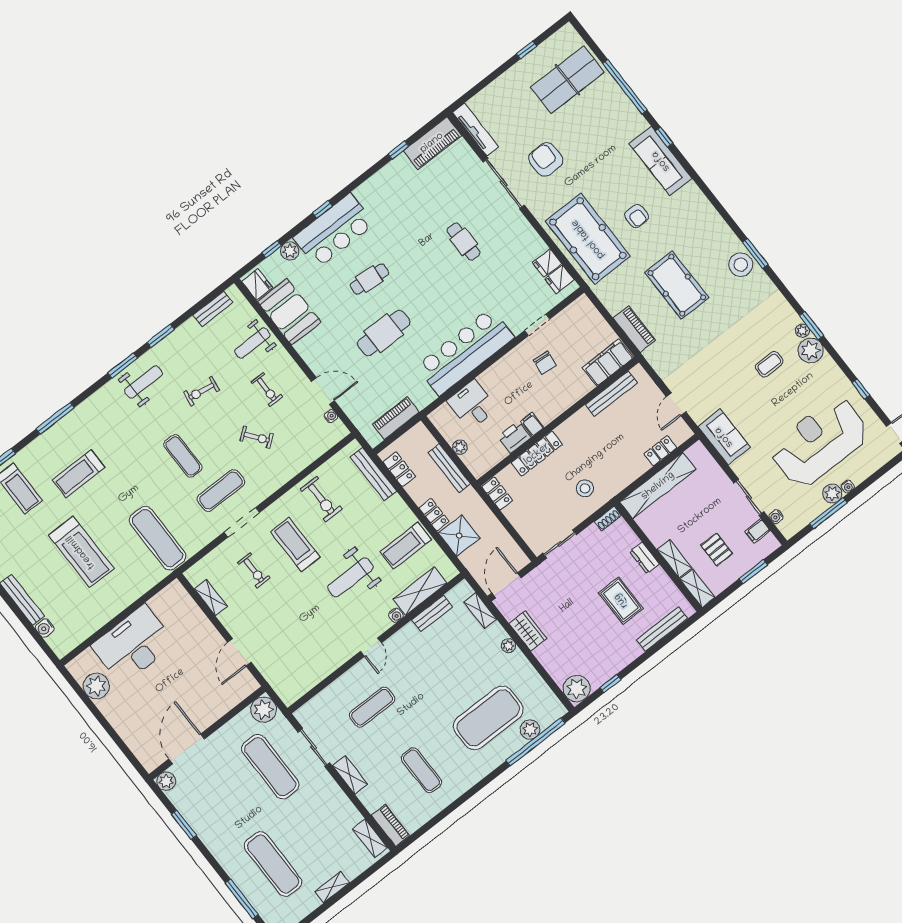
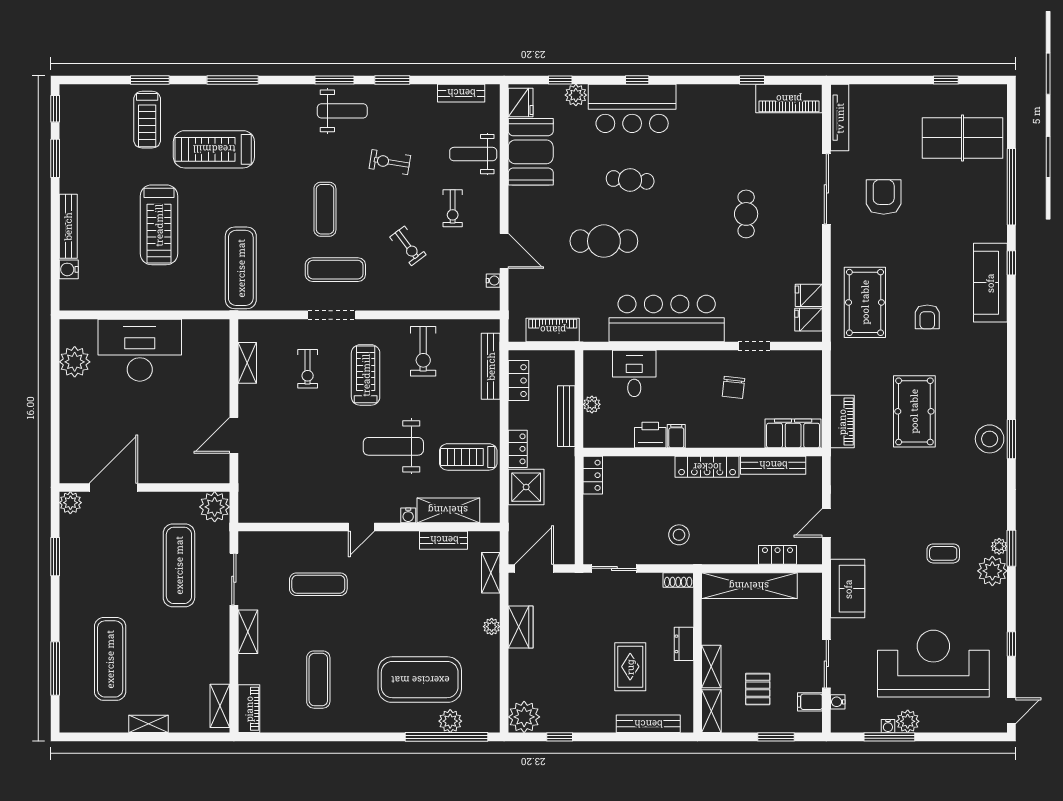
pool table: (588, 239) -> (865, 302), width x0.73, depth x0.76
locker: (537, 454) -> (707, 467), moved
treadmill: (79, 474) -> (214, 149), width x1.37, depth x1.38
water cooler: (848, 486) -> (888, 726), moved

